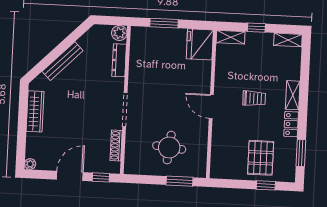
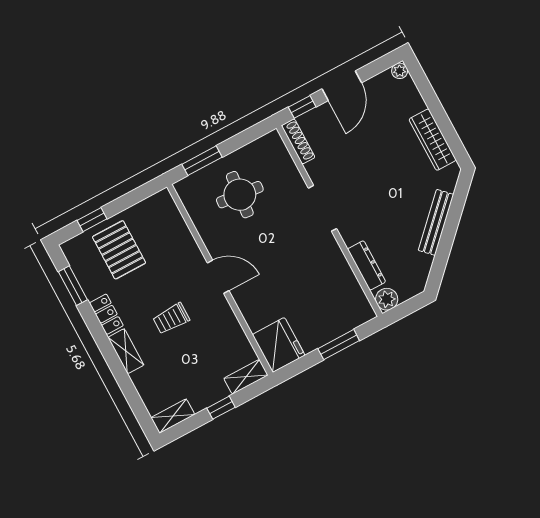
shoe rack: (116, 145) -> (298, 141), moved

